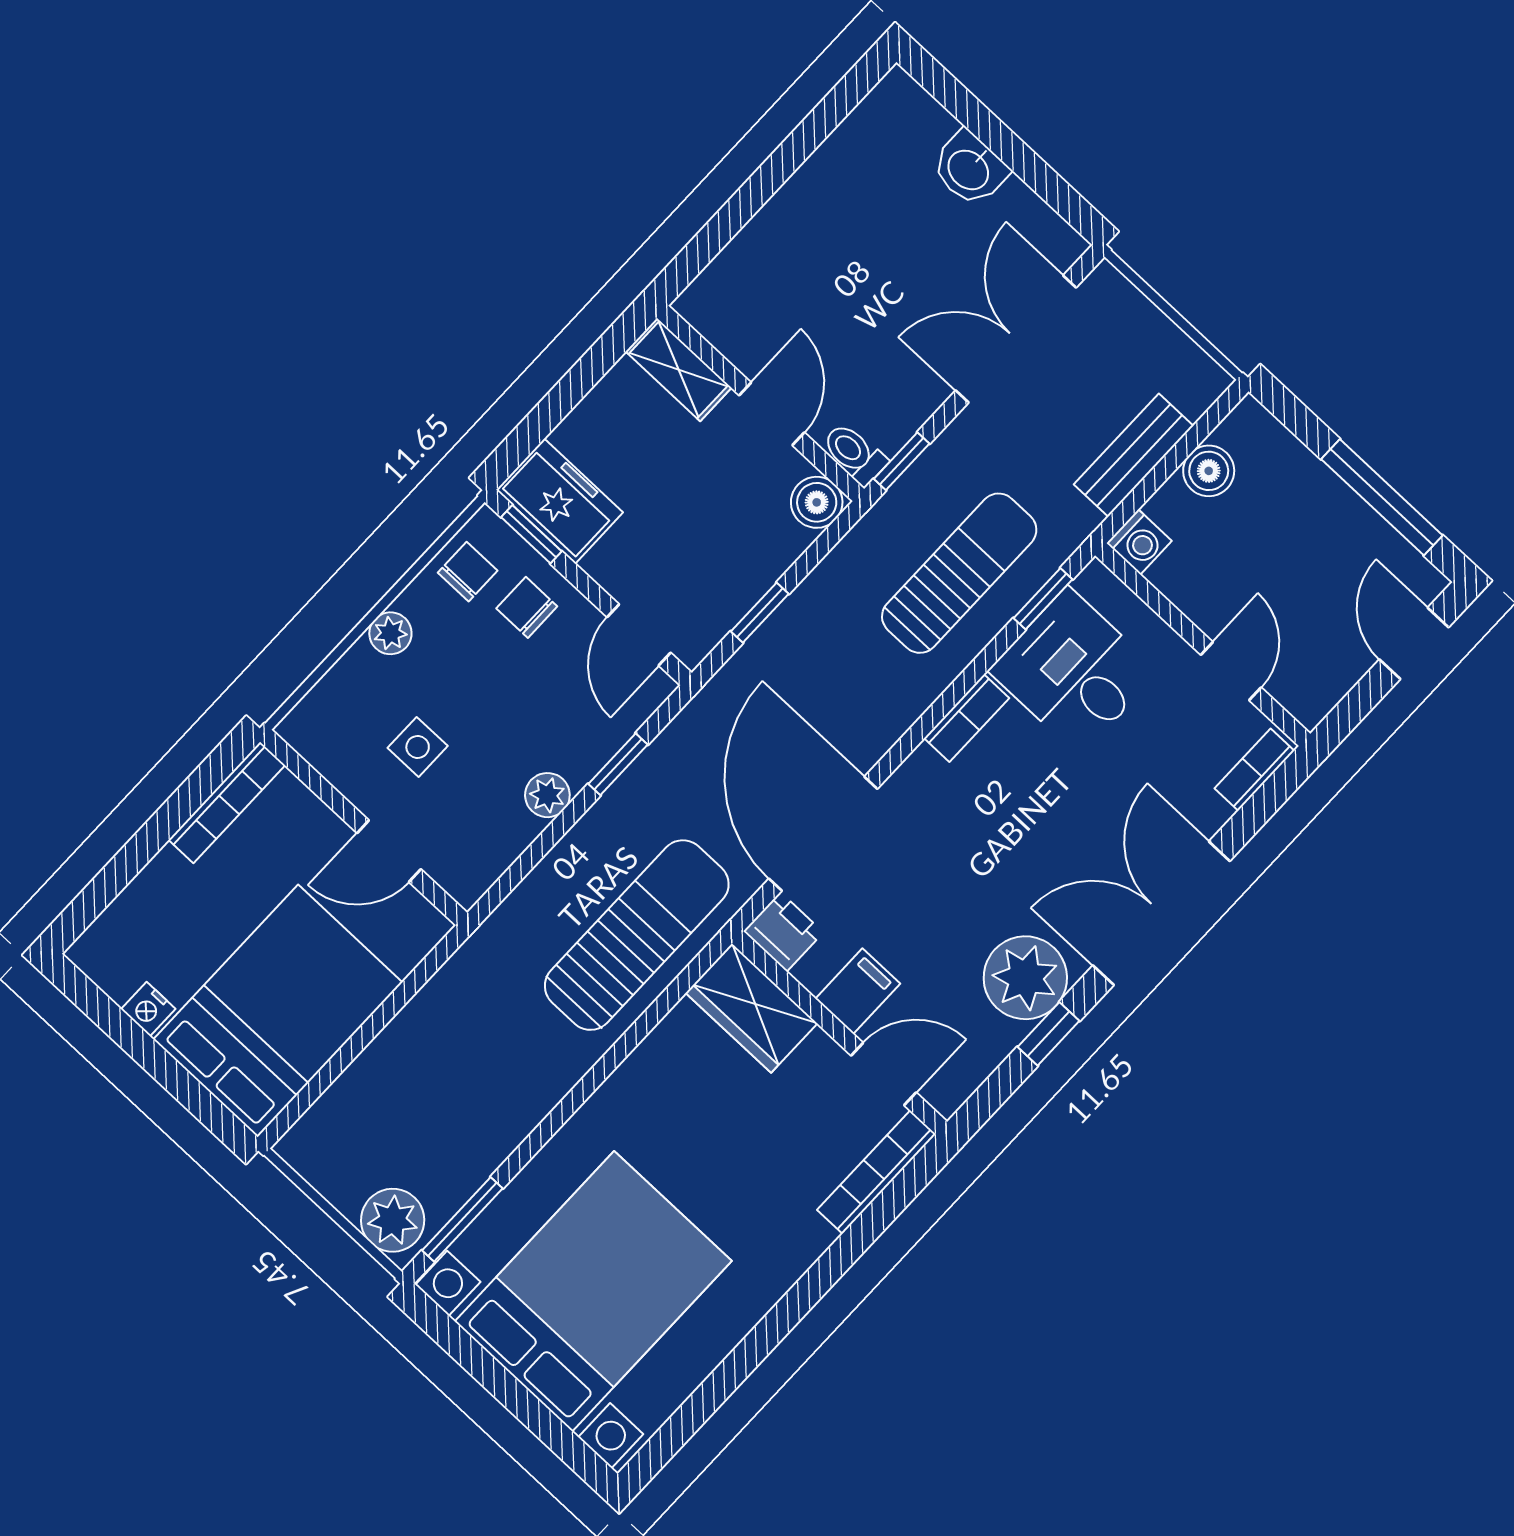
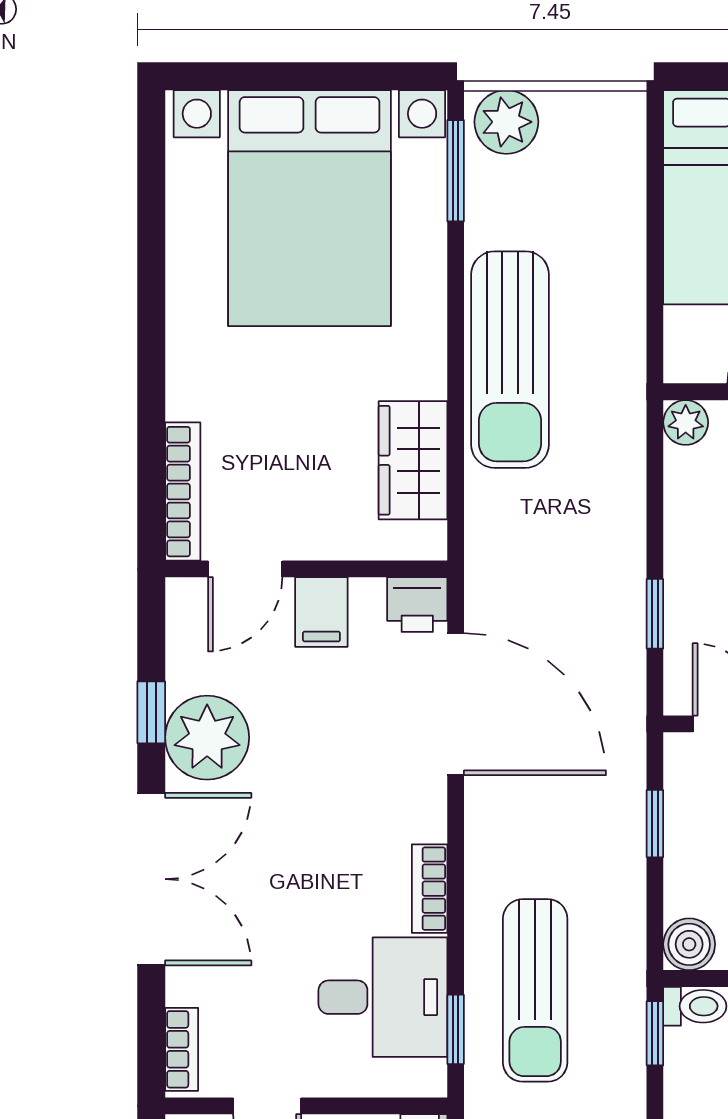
plant: (547, 795) -> (686, 422), moved
sun lounger: (637, 935) -> (510, 360), moved
wardrobe: (751, 1008) -> (413, 460), moved, turned -90

